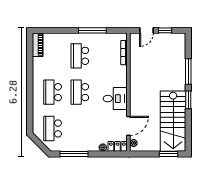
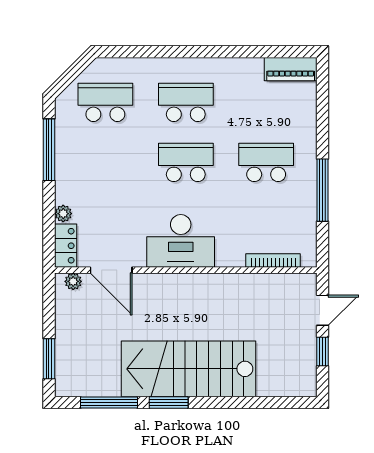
door: (147, 30) -> (323, 310), swing flipped
window: (188, 71) -> (109, 402), moved
desk: (115, 99) -> (181, 241), width x1.37
stairs: (173, 121) -> (189, 369), moved

